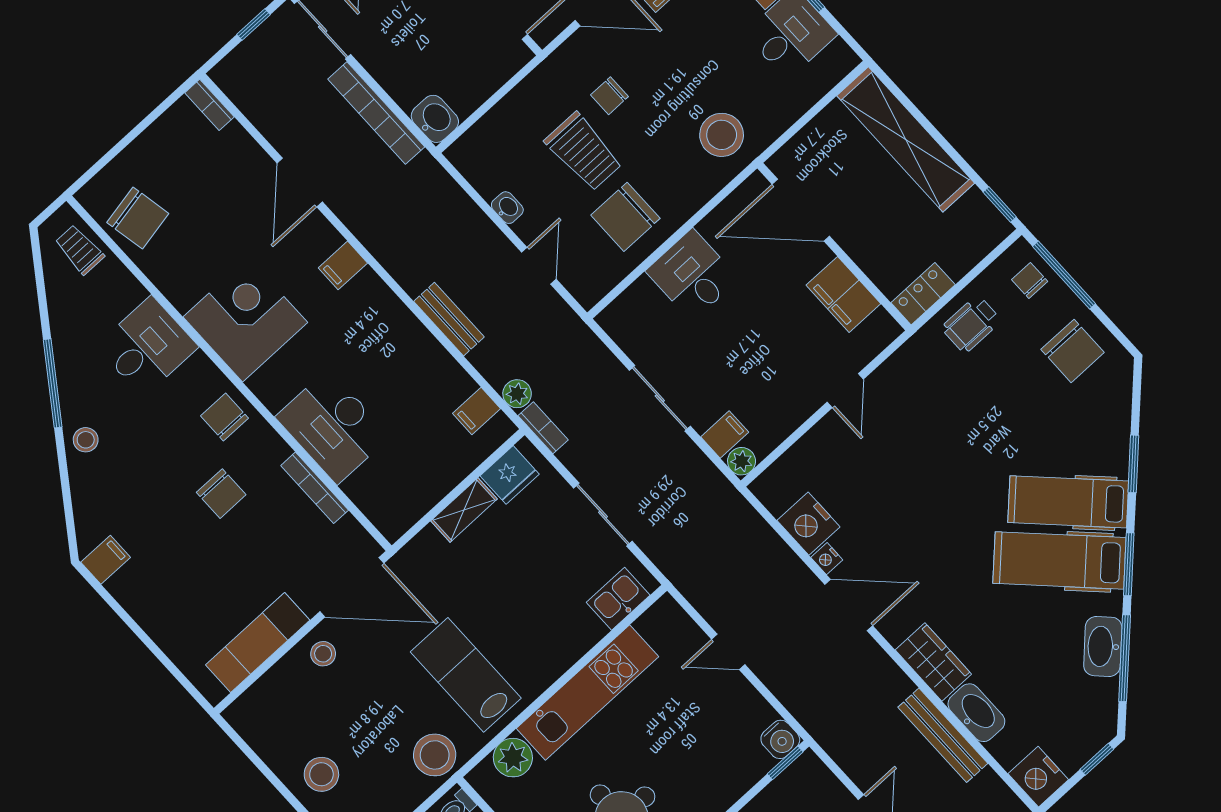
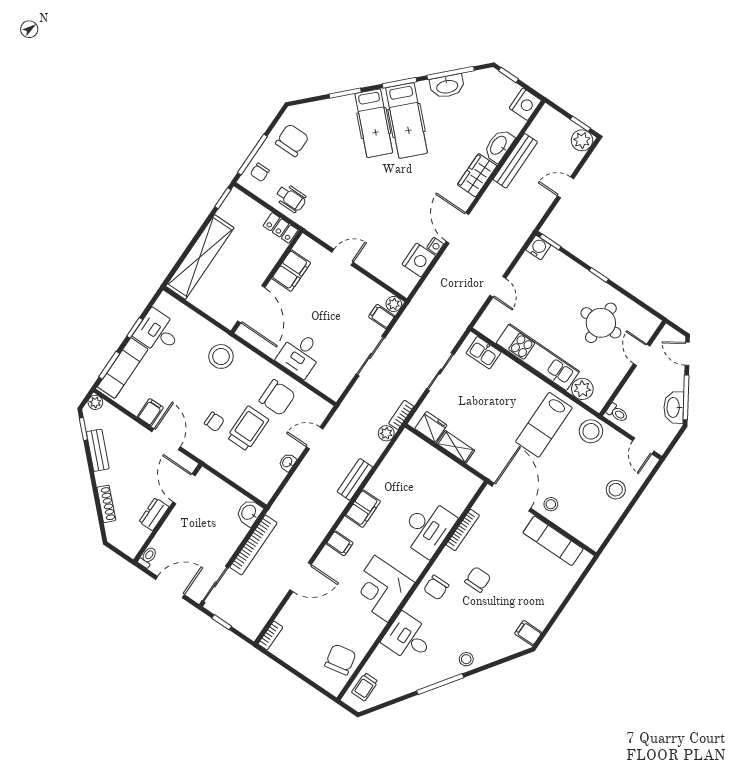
filing cabinet: (476, 411) -> (363, 509), moved, width x2.00

